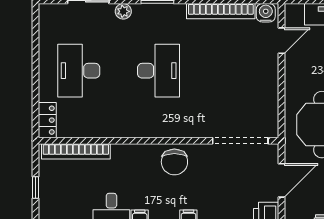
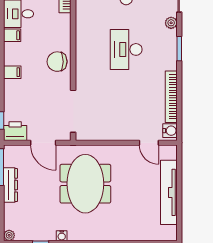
desk: (158, 71) -> (126, 49), turned 90

